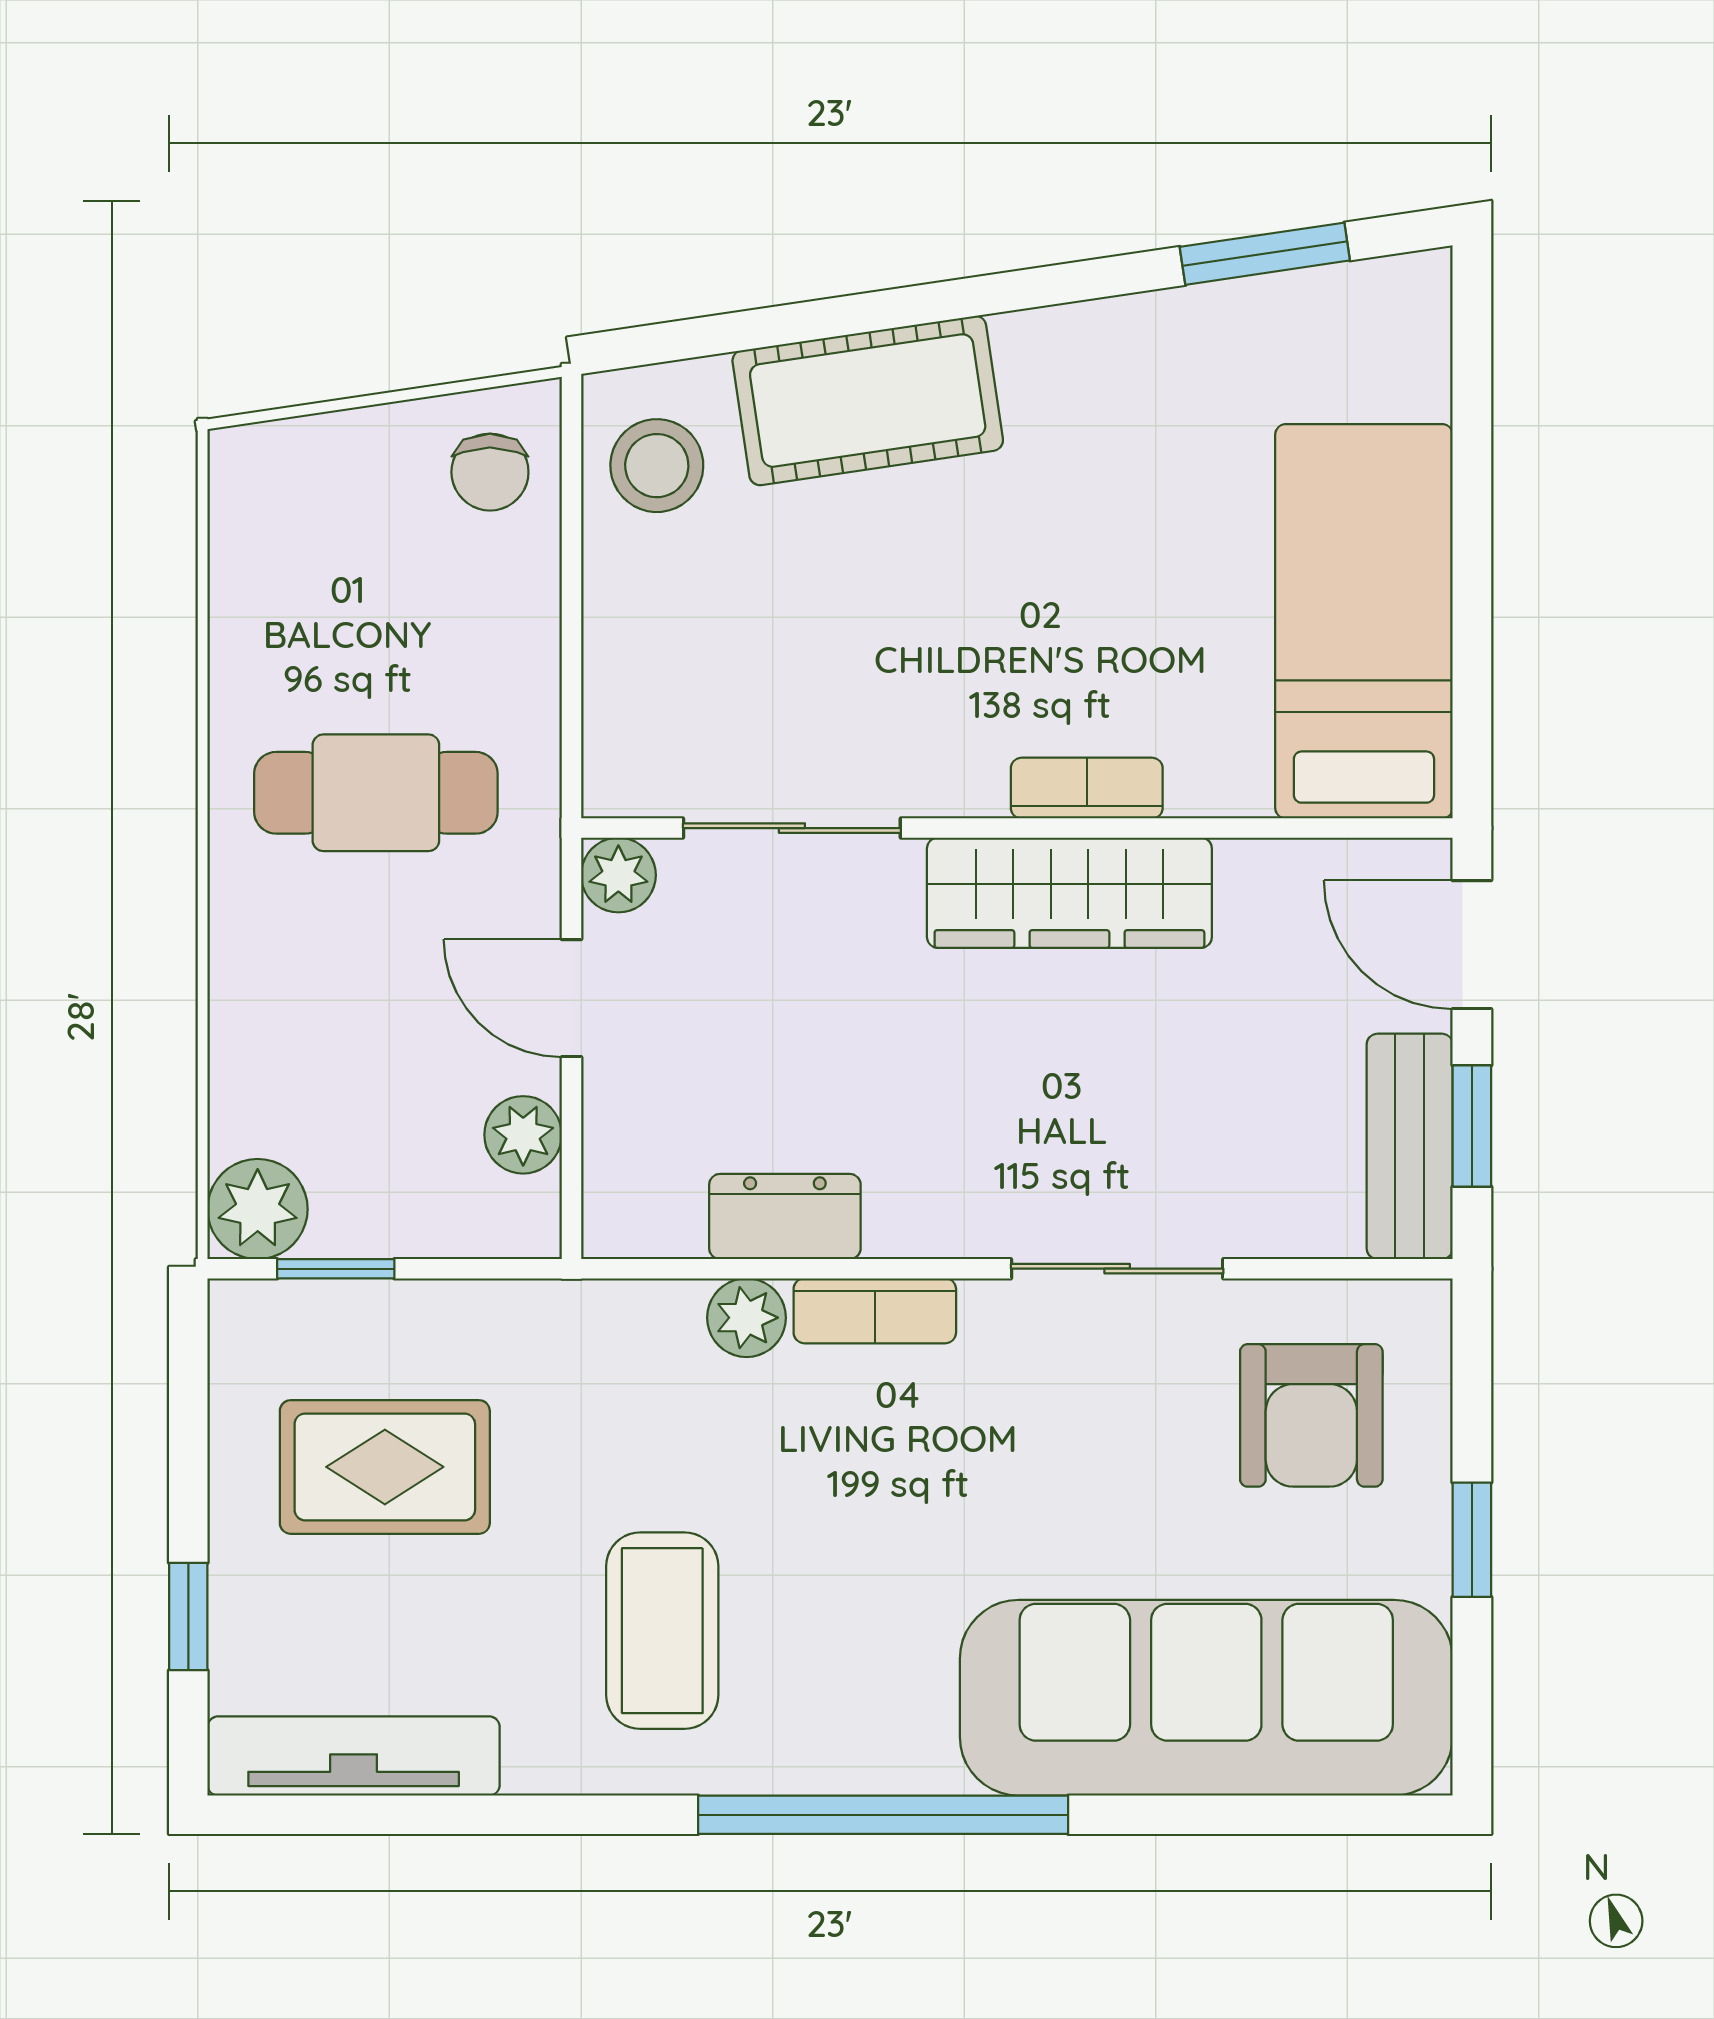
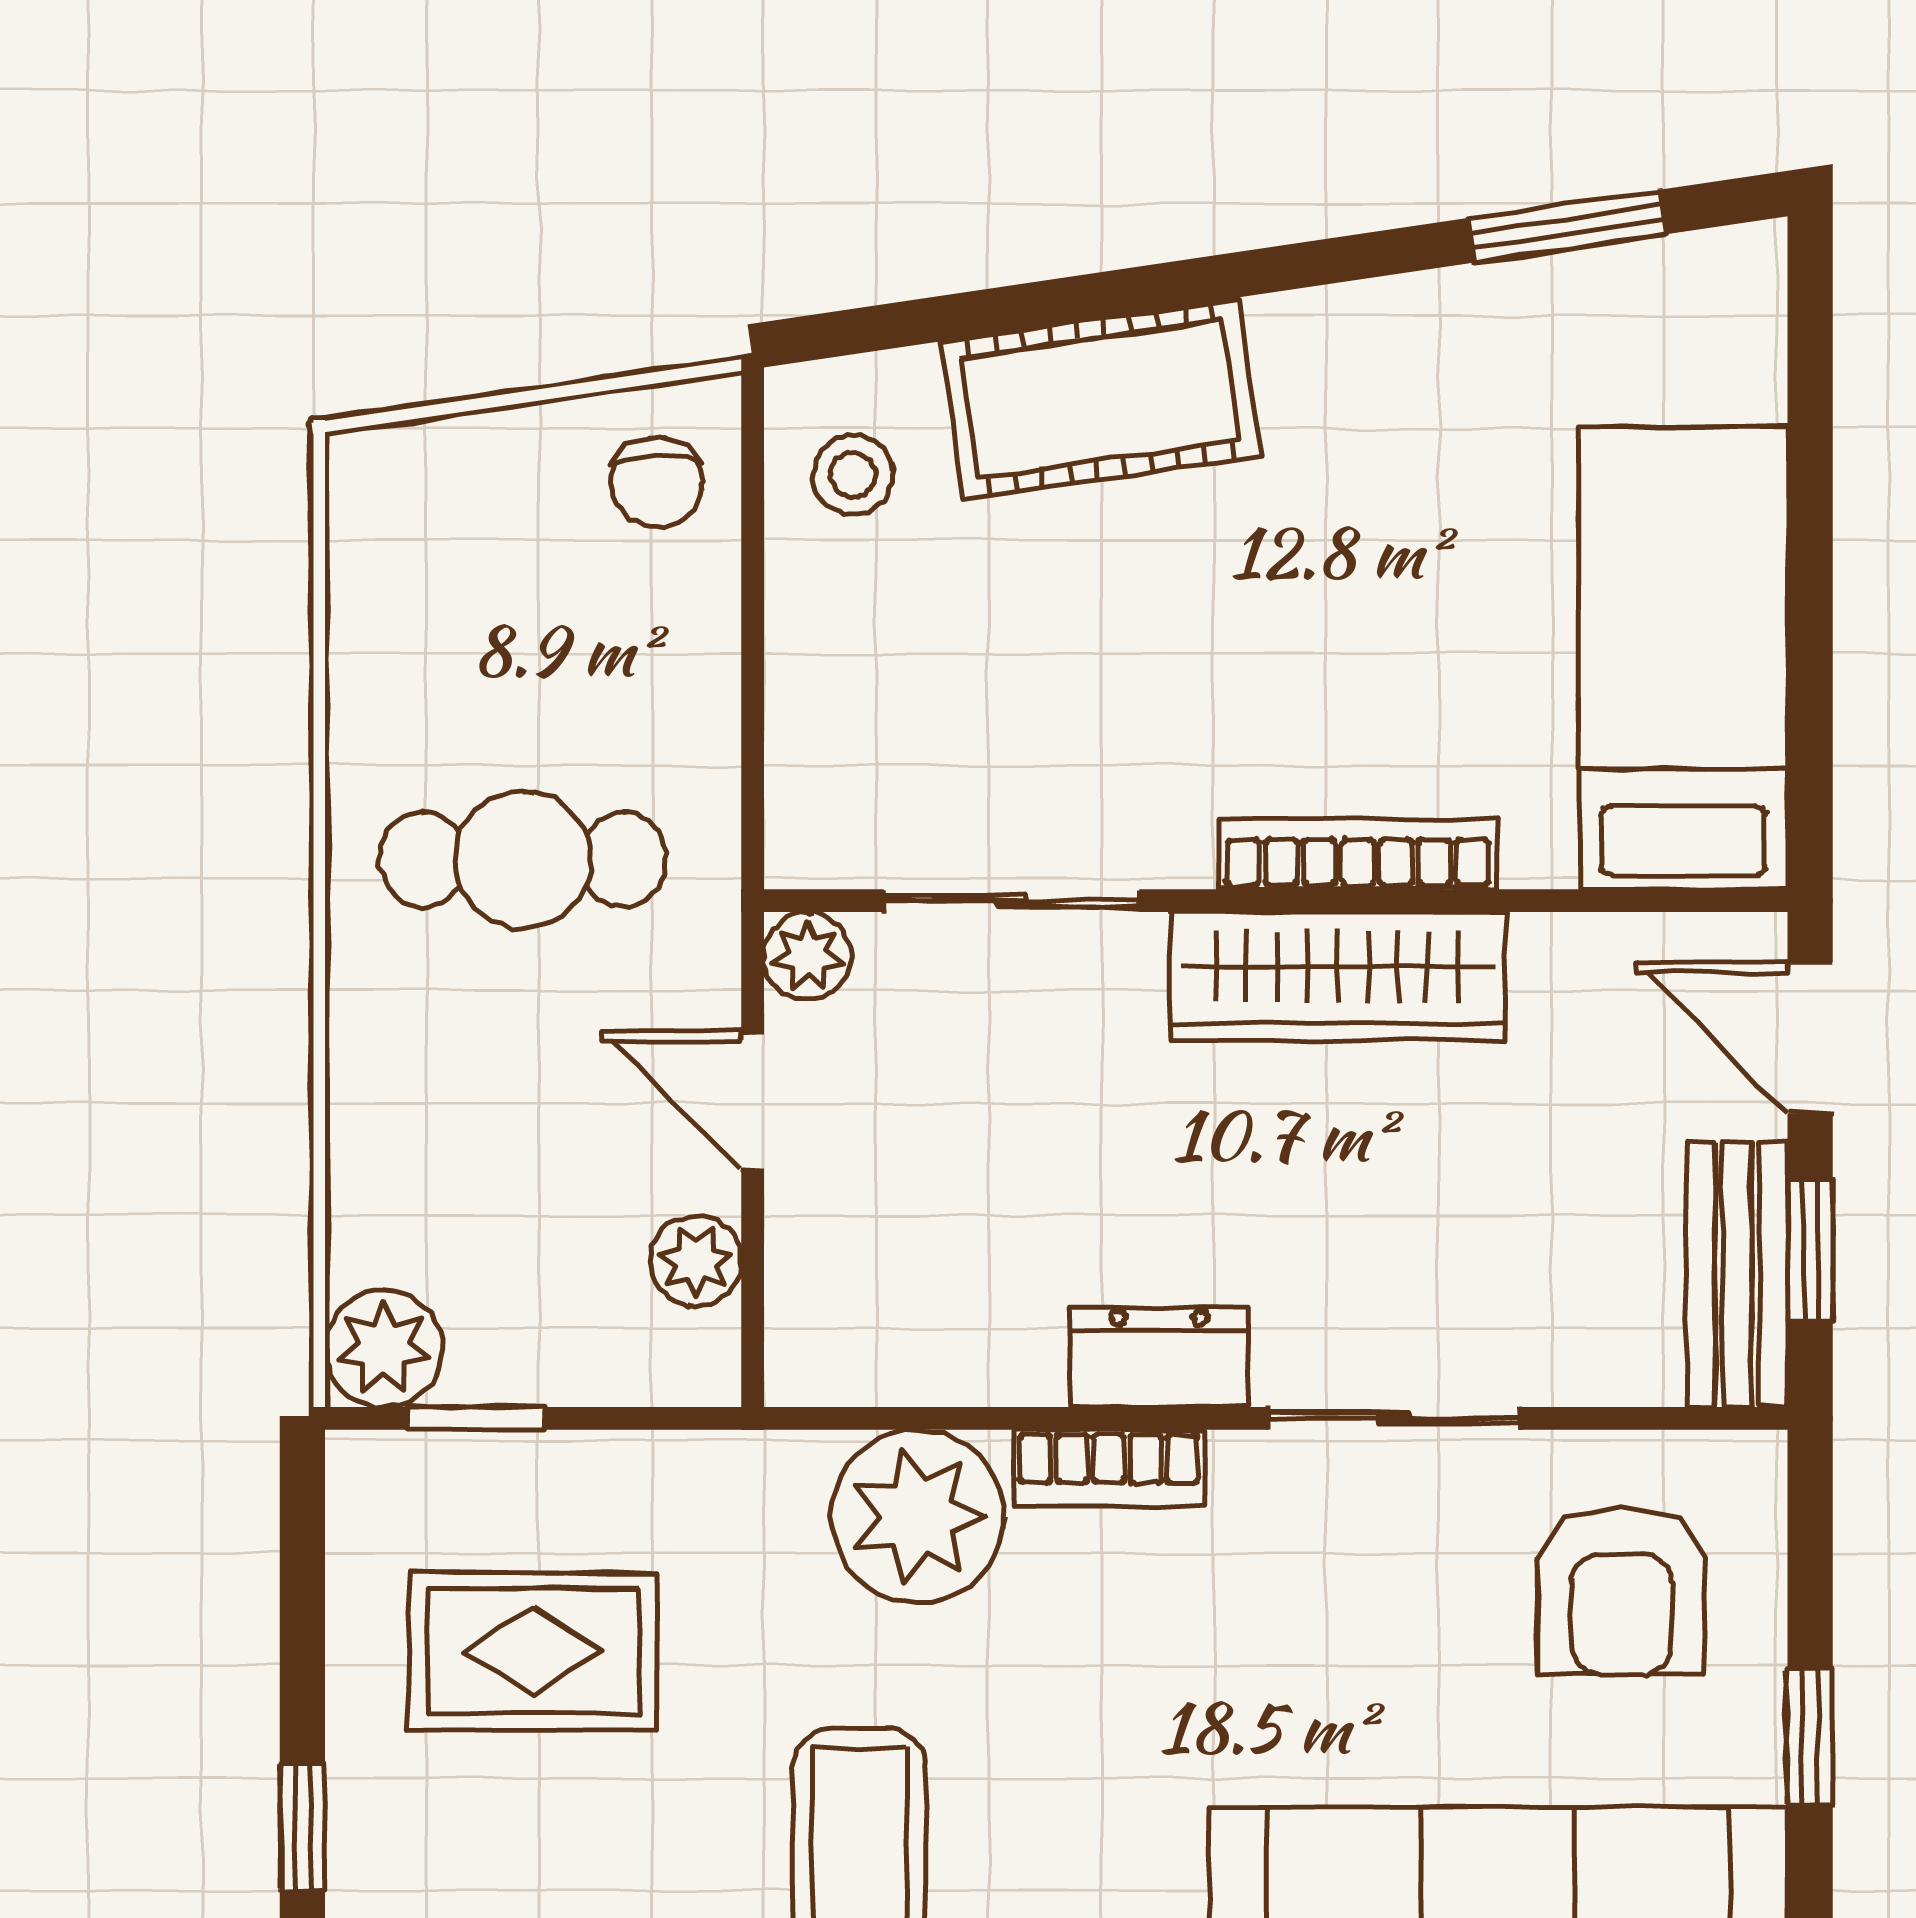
stool: (657, 466) -> (853, 475), width x0.73, depth x0.73
bookcase: (1087, 788) -> (1358, 854), width x1.56
dresser: (785, 1217) -> (1159, 1357), moved
plant: (747, 1318) -> (918, 1516), width x1.87, depth x1.87

